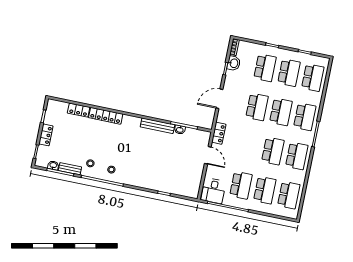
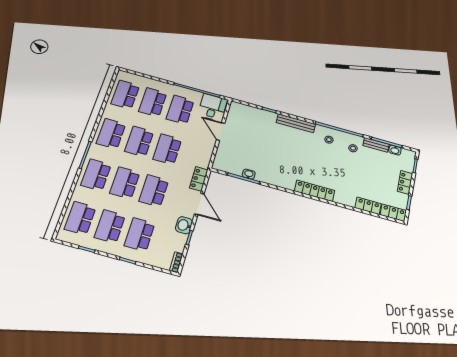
washbasin: (234, 63) -> (184, 225), moved
door: (219, 99) -> (199, 204), hinge flipped
locker: (57, 106) -> (393, 213), added
locker: (106, 116) -> (315, 191), moved
bench: (157, 126) -> (296, 123), moved
locker: (219, 133) -> (199, 179), moved
school desk: (249, 146) -> (167, 149), added
door: (208, 155) -> (221, 132), moved

